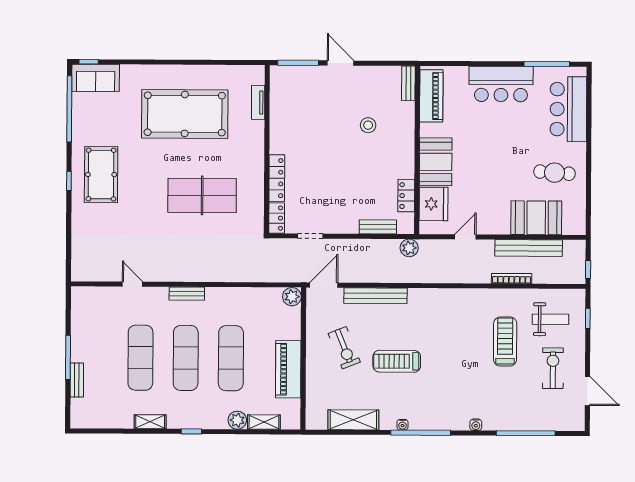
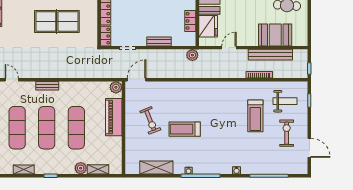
bench: (378, 227) -> (159, 41), moved
bench: (376, 296) -> (171, 86), removed
treadmill: (505, 342) -> (255, 116), turned 180
piano: (288, 369) -> (114, 117), moved

